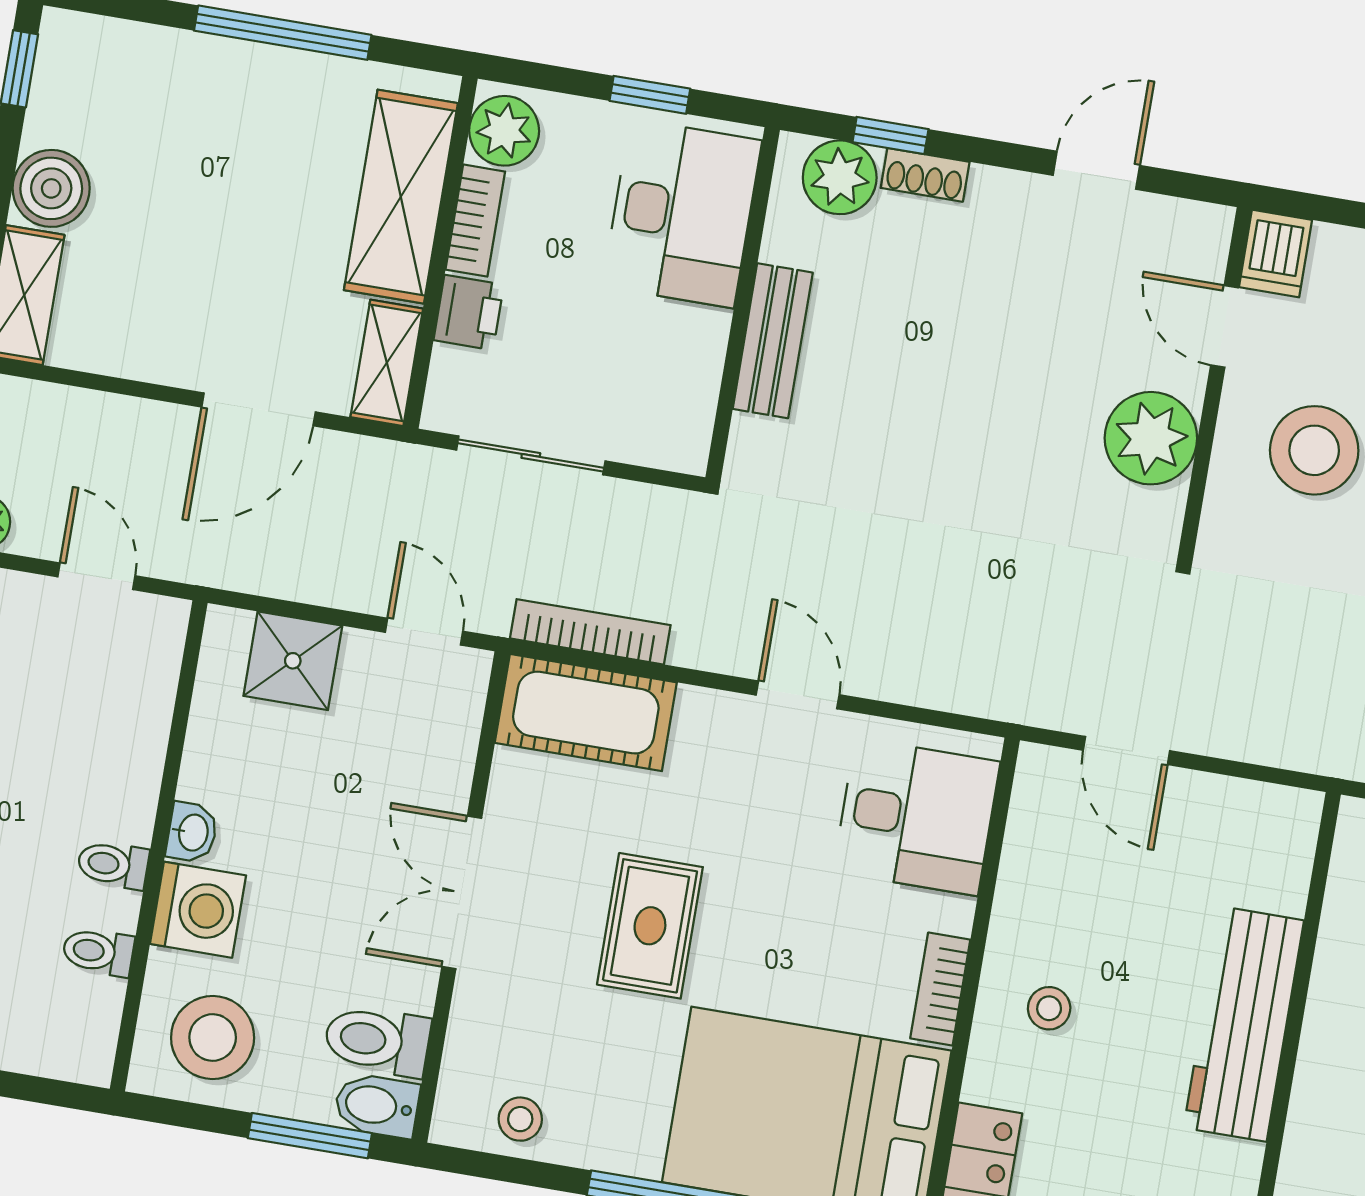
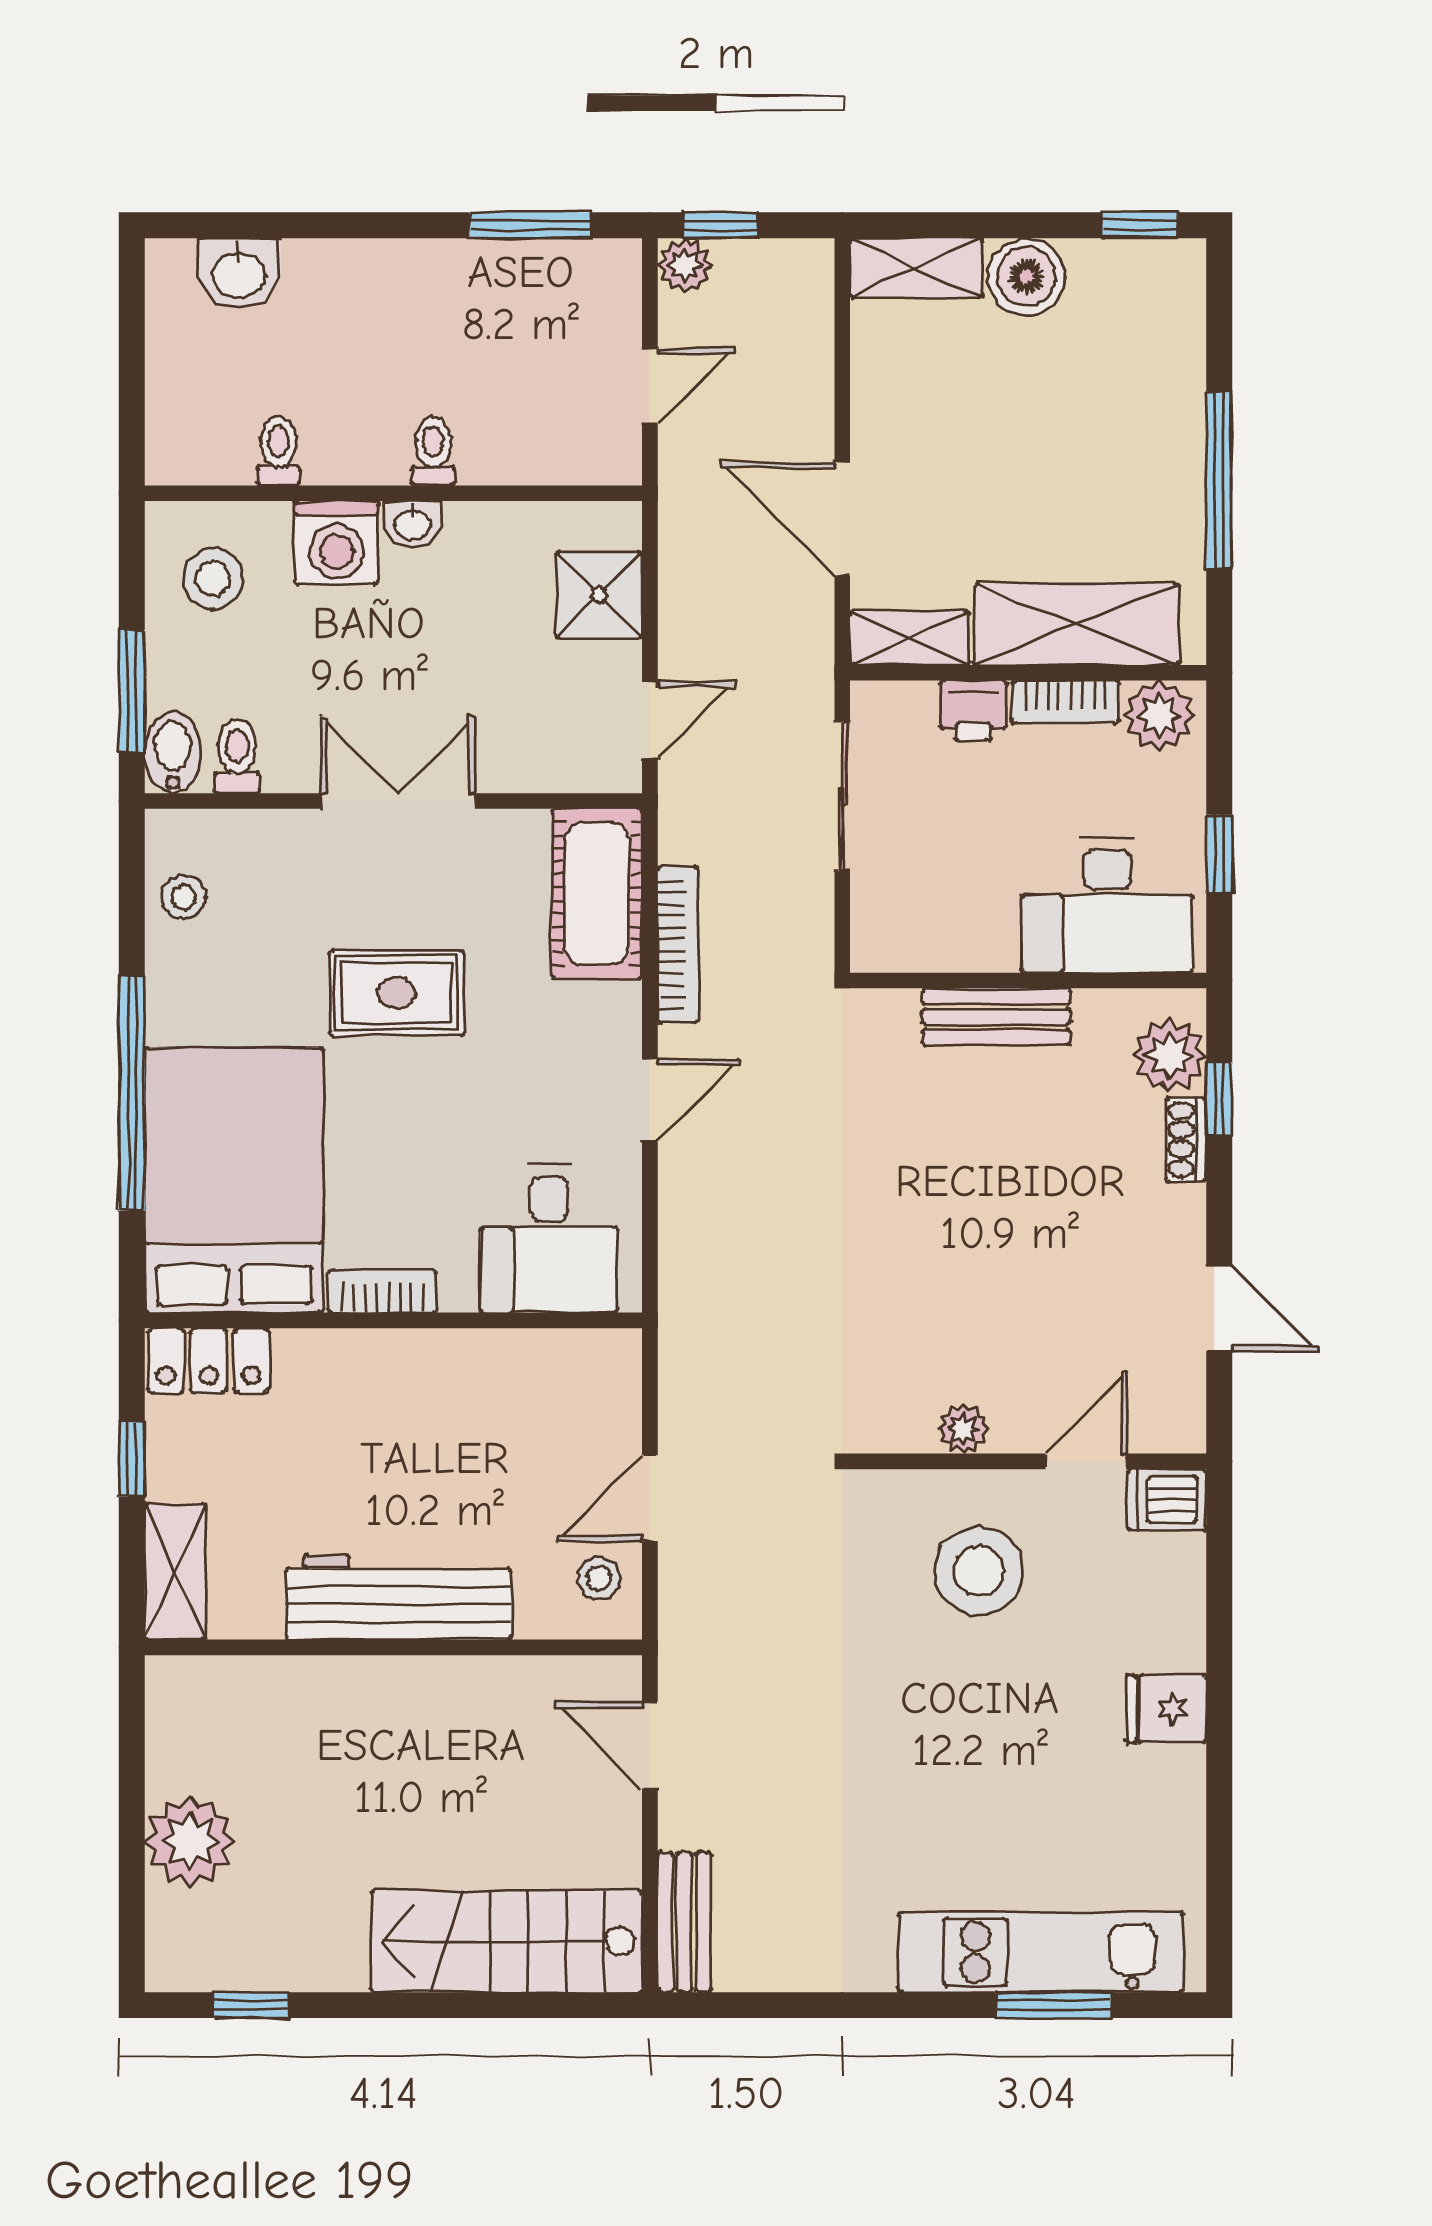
plant: (1151, 438) -> (963, 1429), width x0.53, depth x0.53
bookcase: (590, 632) -> (678, 945), moved
door: (1127, 751) -> (650, 1498), moved
toilet: (113, 865) -> (433, 451), moved
stool: (1049, 1008) -> (599, 1578), moved
stool: (213, 1037) -> (213, 579), width x0.73, depth x0.73
toilet: (377, 1041) -> (237, 756), width x0.73, depth x0.72

